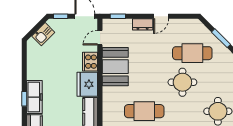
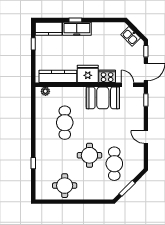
dresser: (143, 24) -> (139, 121), removed

